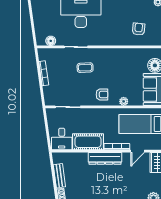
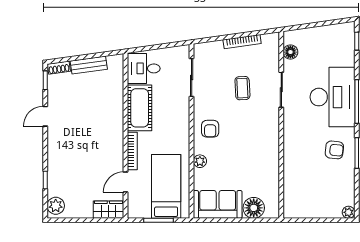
armchair: (139, 29) -> (334, 150), moved
coffee table: (85, 68) -> (242, 88), moved
door: (138, 151) -> (125, 182), hinge flipped
dresser: (105, 158) -> (115, 133), removed

